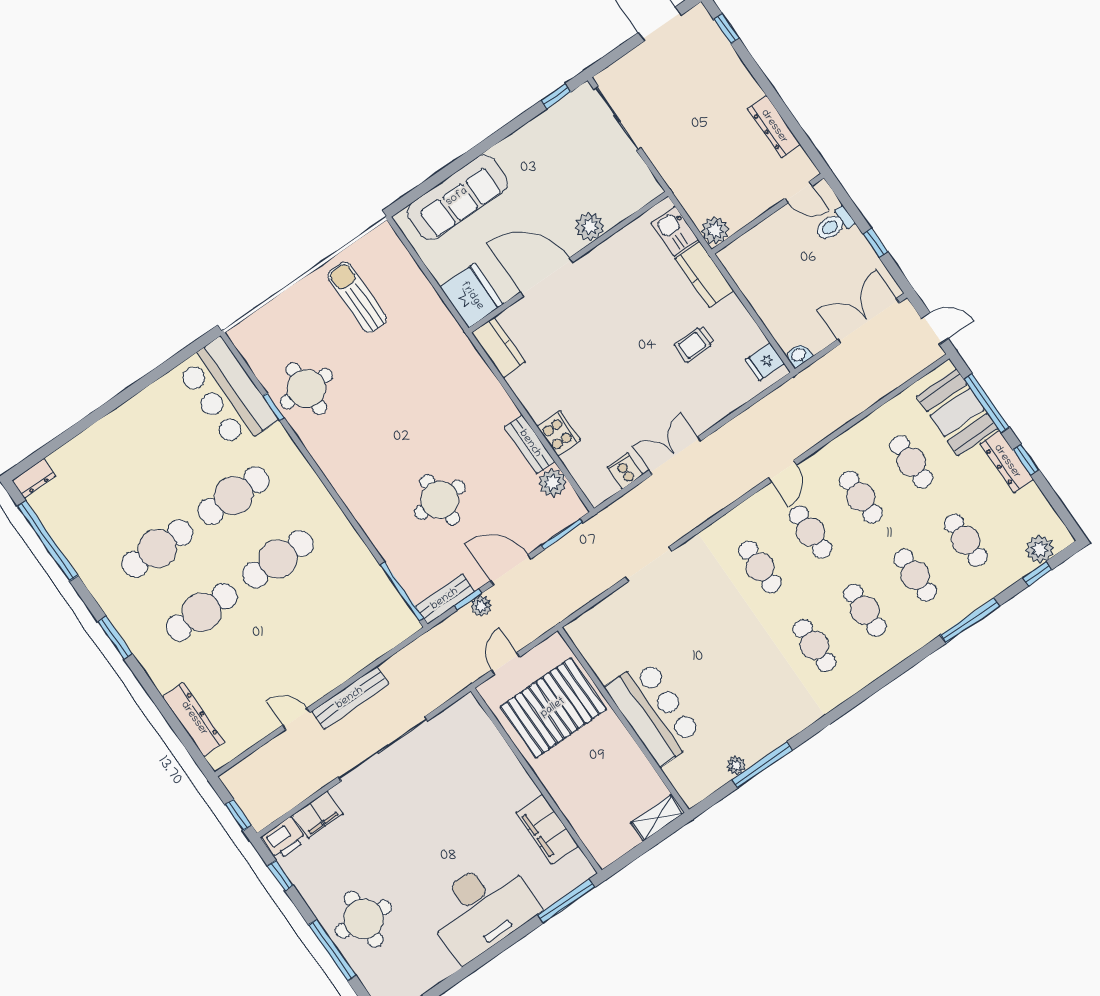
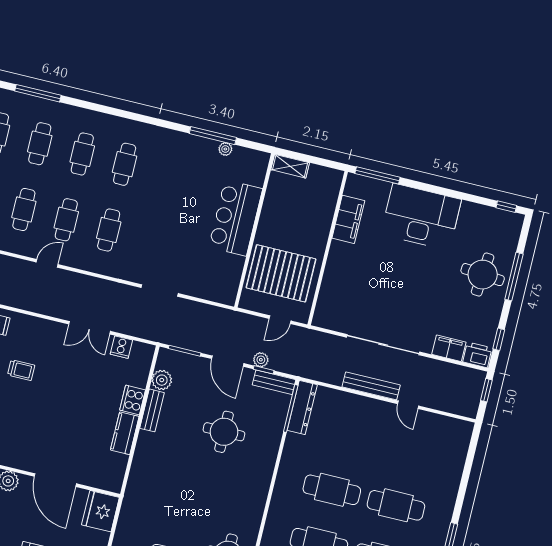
kitchen counter: (499, 347) -> (125, 433), moved
dresser: (194, 719) -> (302, 408), moved, turned 180

